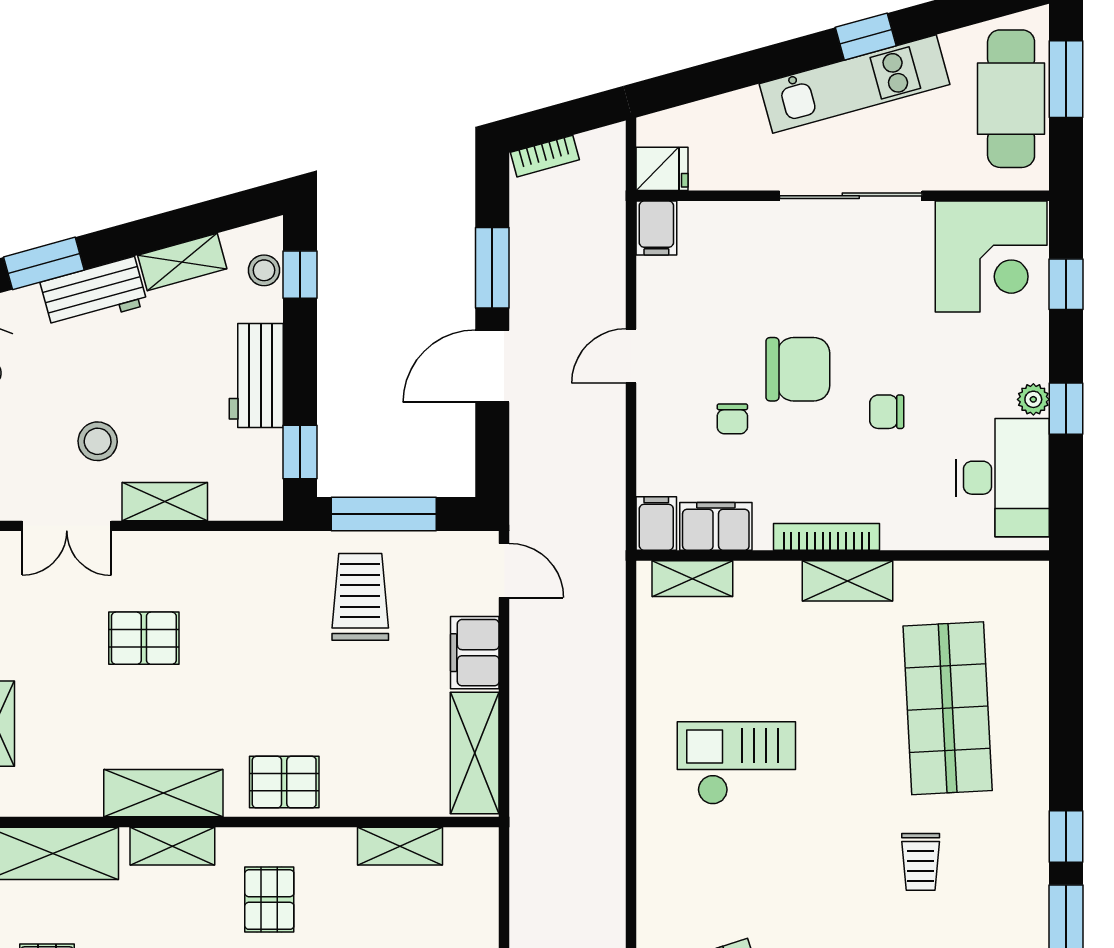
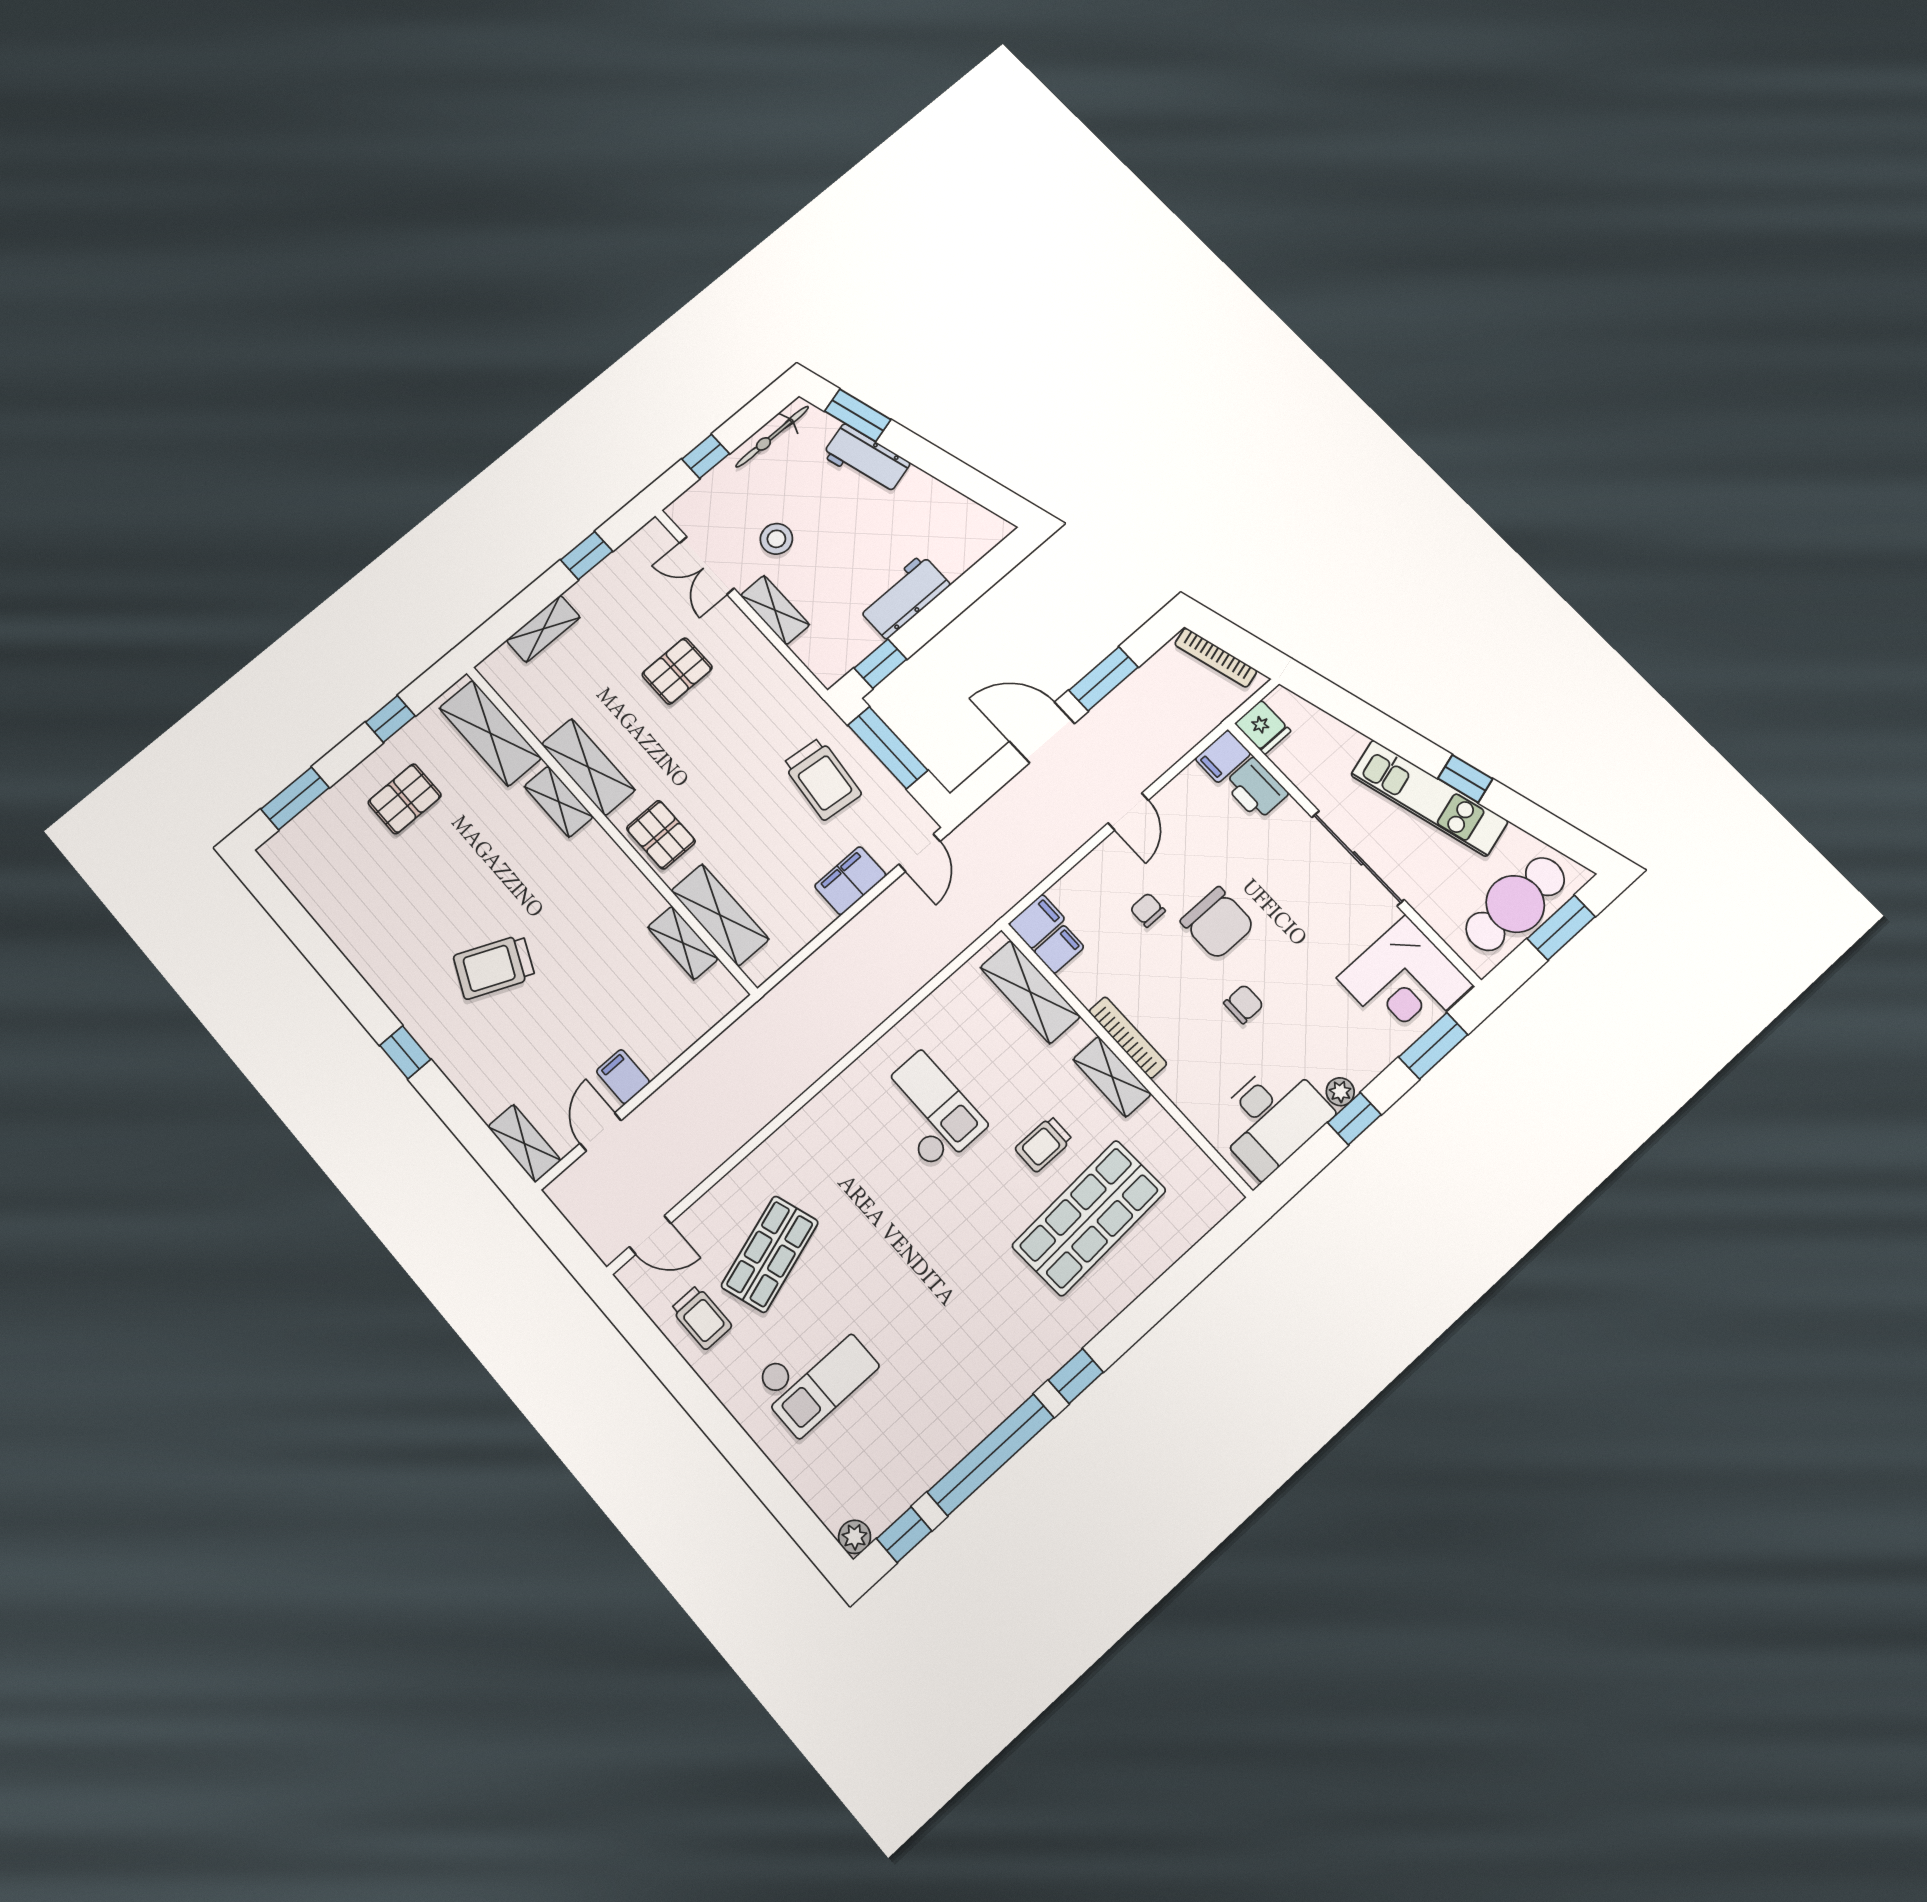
bookcase: (545, 156) -> (1216, 658), width x1.56
printer: (711, 226) -> (1256, 789), added
shelving: (182, 262) -> (934, 494), removed
stool: (264, 270) -> (974, 545), removed
window: (300, 275) -> (991, 569), removed
window: (1066, 284) -> (1433, 1046), width x1.50
door: (631, 356) -> (1128, 812), swing flipped
chair: (887, 412) -> (1244, 1004), turned 90
chair: (732, 419) -> (1148, 910), turned 90
filing cabinet: (716, 526) -> (1059, 949), width x0.50
shelving: (692, 579) -> (1030, 992), width x1.50, depth x1.33
trolley: (360, 597) -> (822, 779), turned 96
pallet: (144, 638) -> (677, 671), turned 90
shelving: (475, 753) -> (720, 915), moved, turned 90
trolley: (921, 862) -> (1044, 1144), moved
pallet: (269, 900) -> (576, 891), removed

